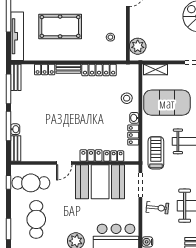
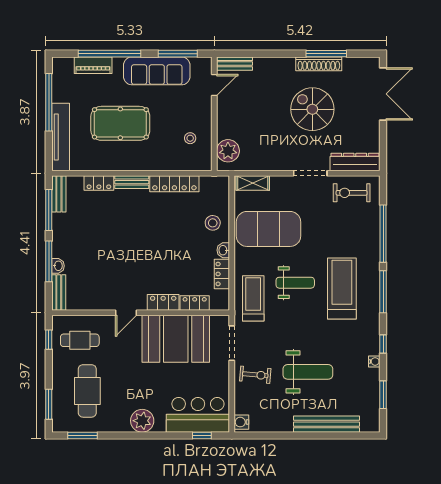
cafe table: (31, 183) -> (80, 340), width x0.73, depth x0.74

